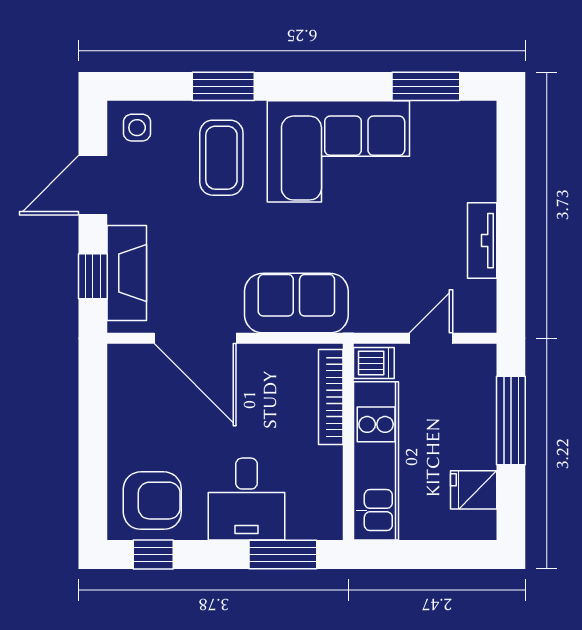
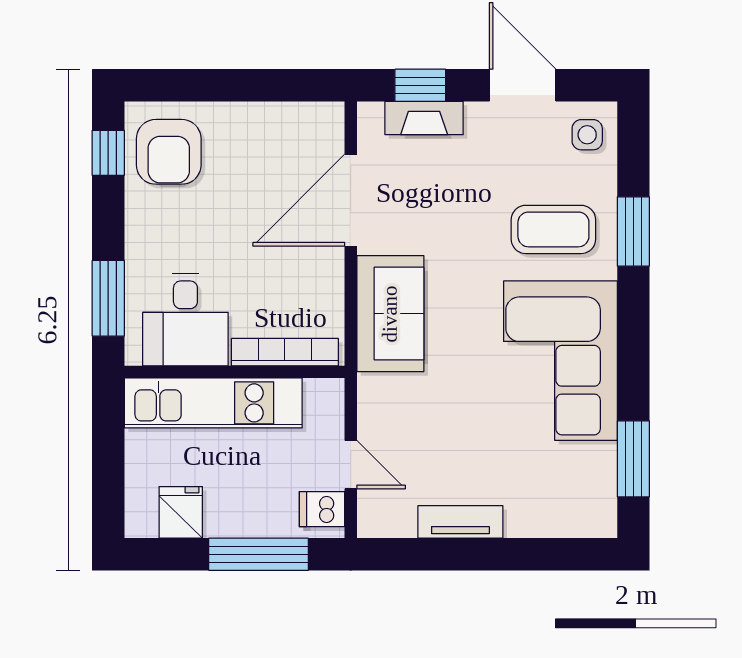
fireplace: (127, 273) -> (424, 118), width x0.73, depth x0.76
dishwasher: (374, 363) -> (322, 509), moved, turned 90
desk: (247, 499) -> (185, 320), moved, turned -90

